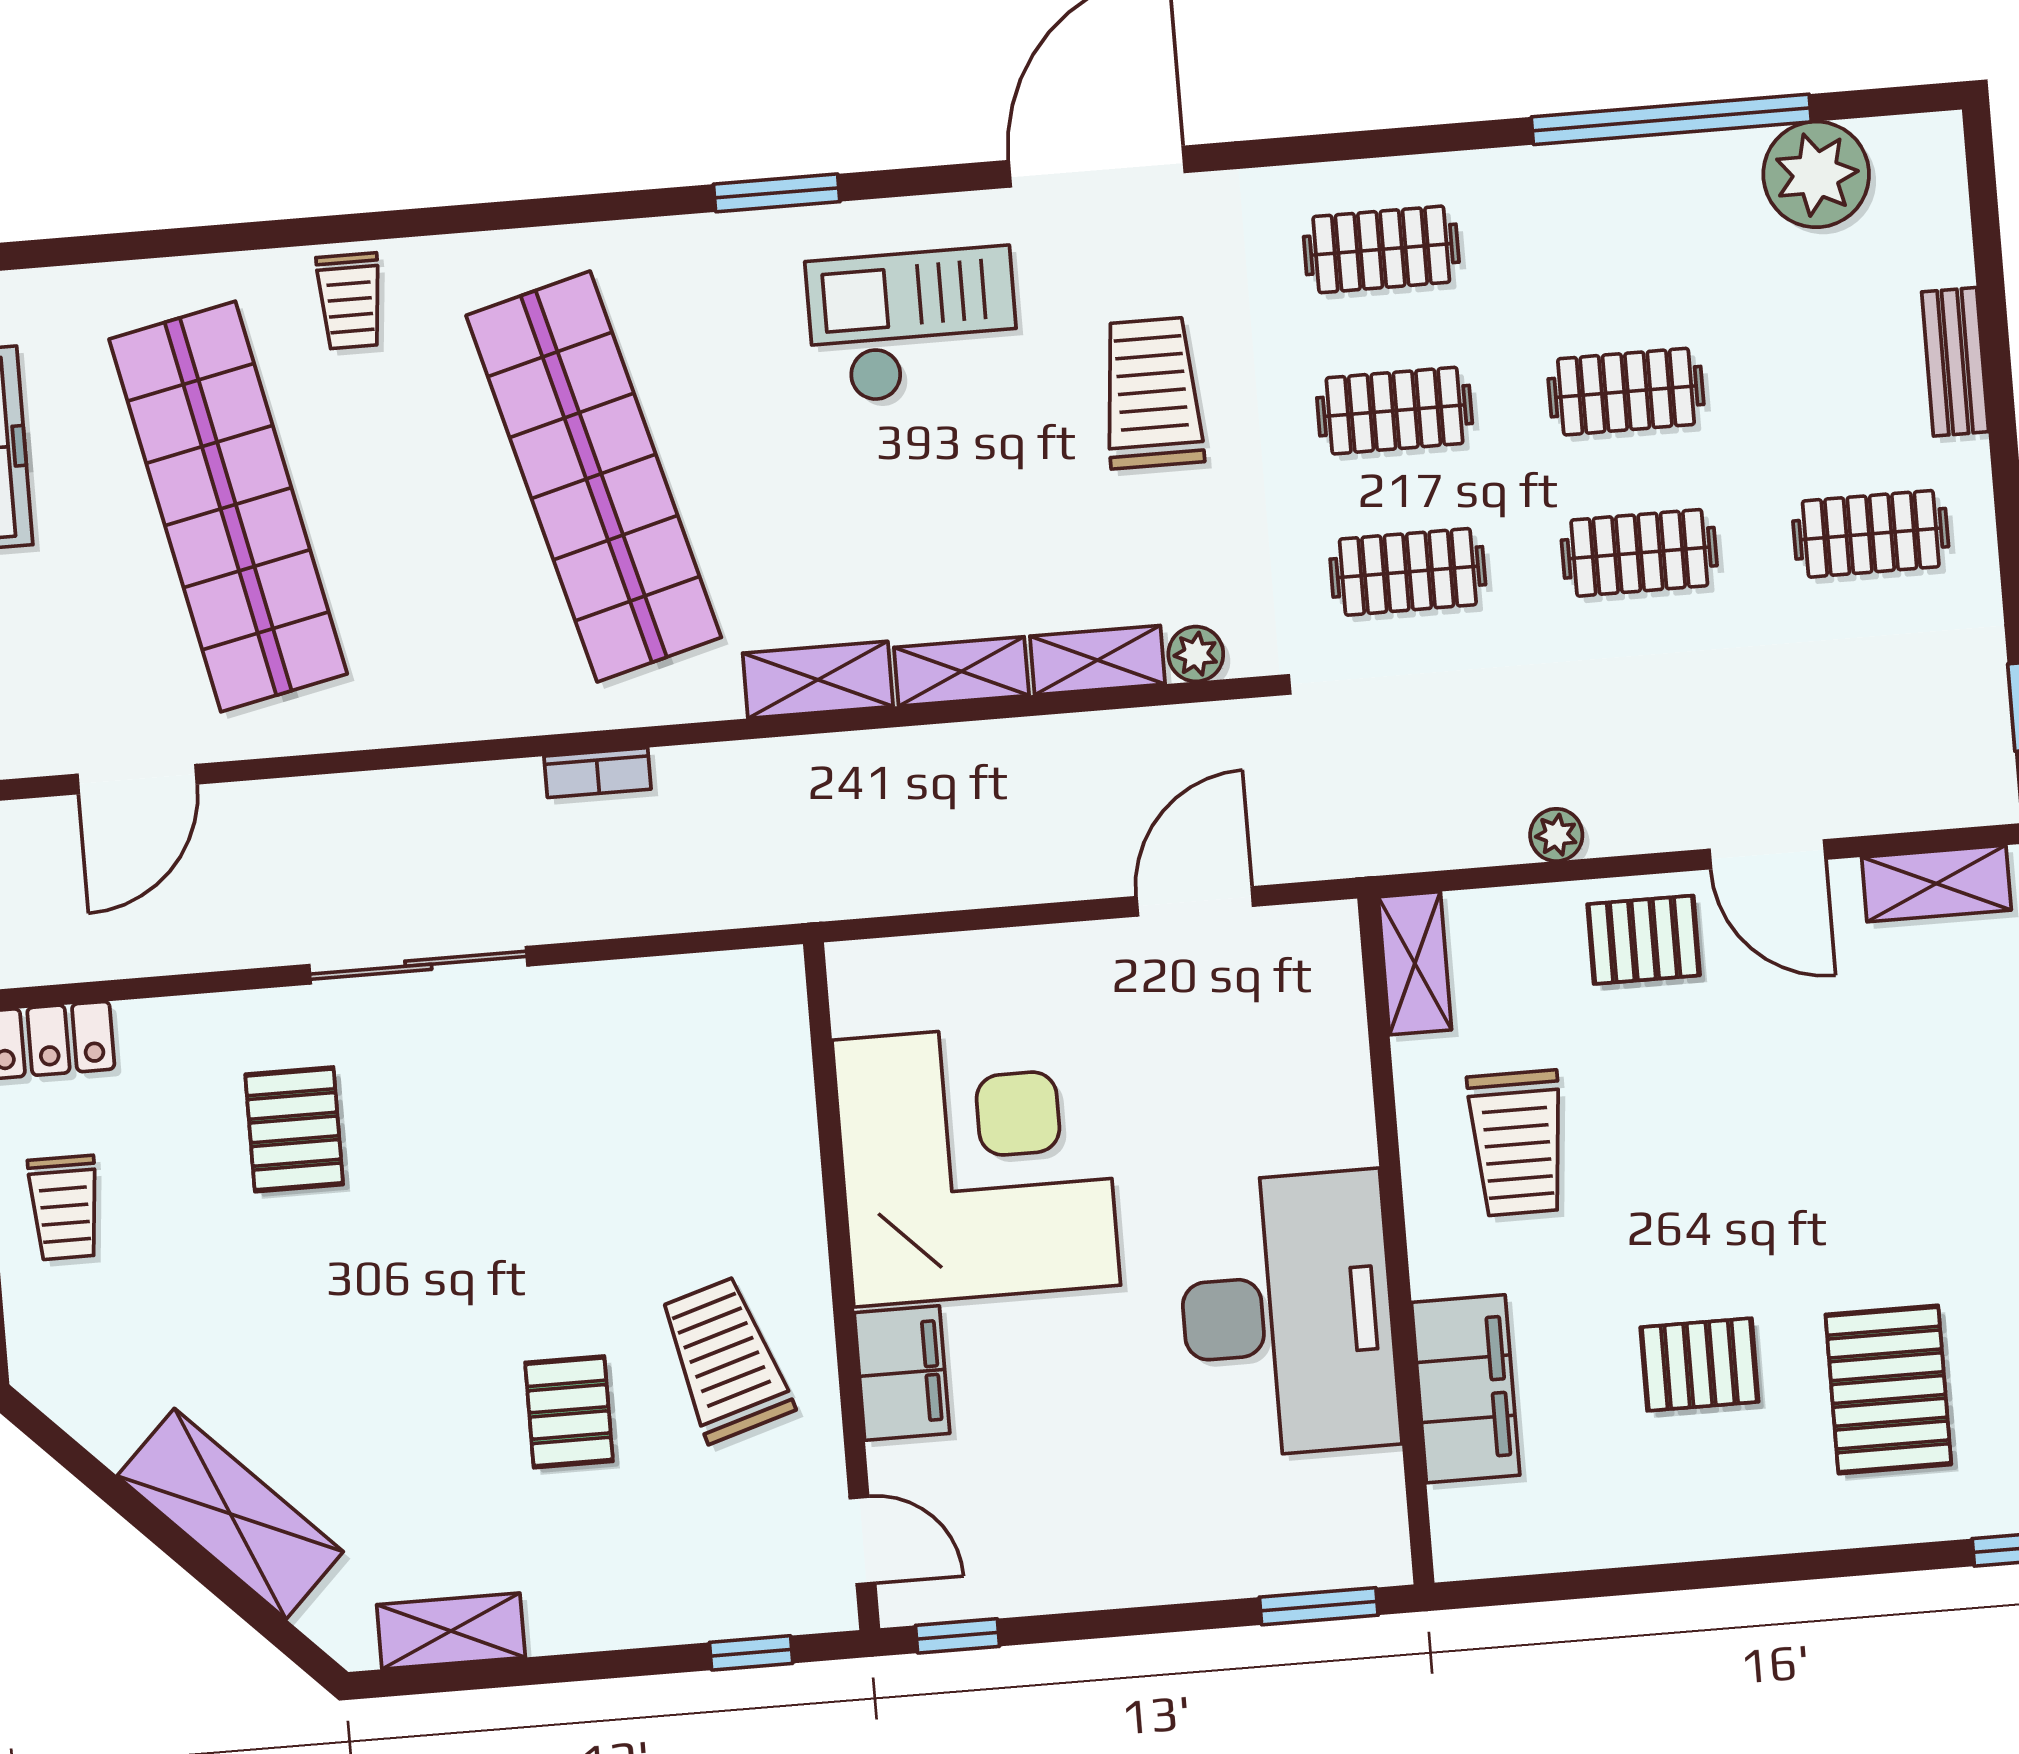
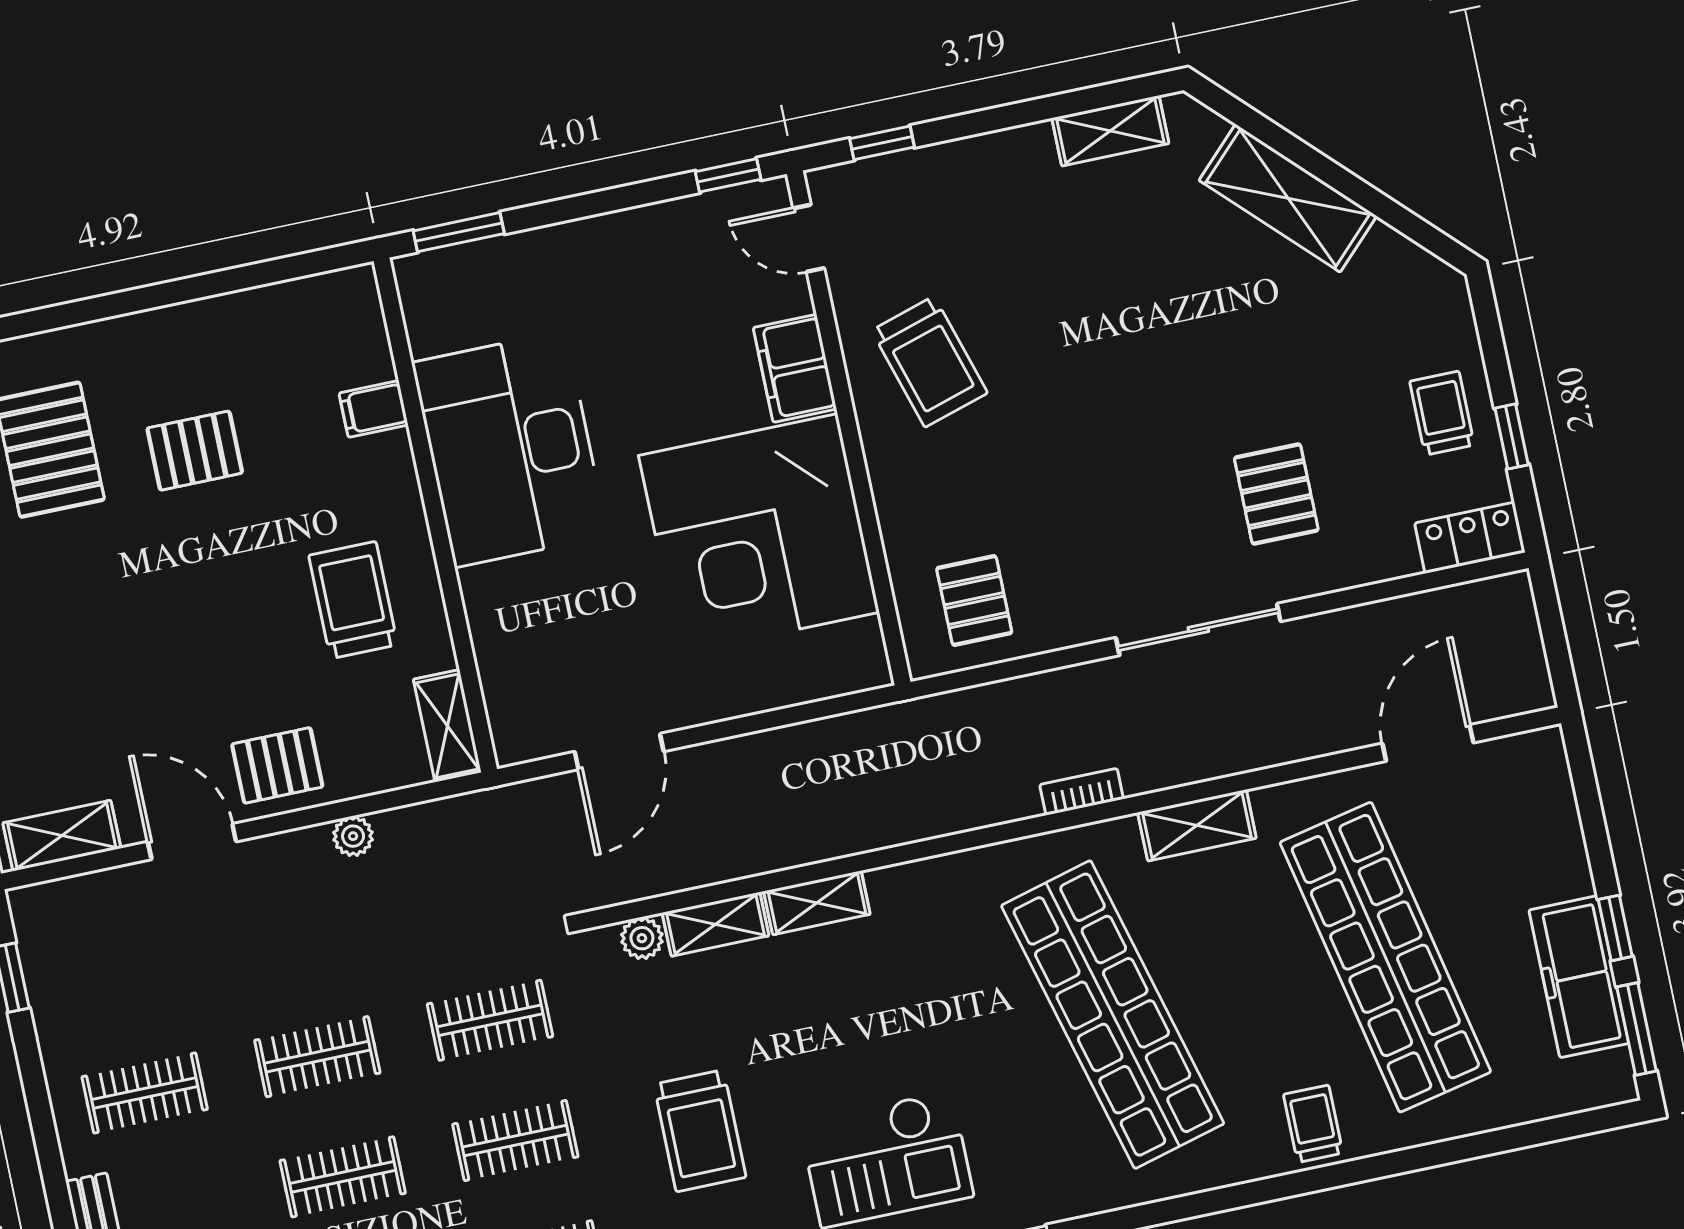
shelving: (818, 680) -> (1197, 825), moved
filing cabinet: (1466, 1389) -> (374, 409), width x0.33, depth x0.86
pallet: (569, 1412) -> (974, 600), moved

